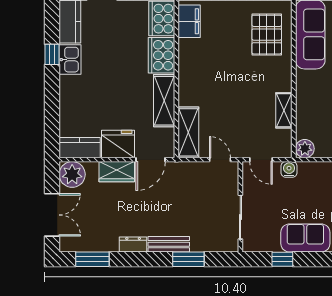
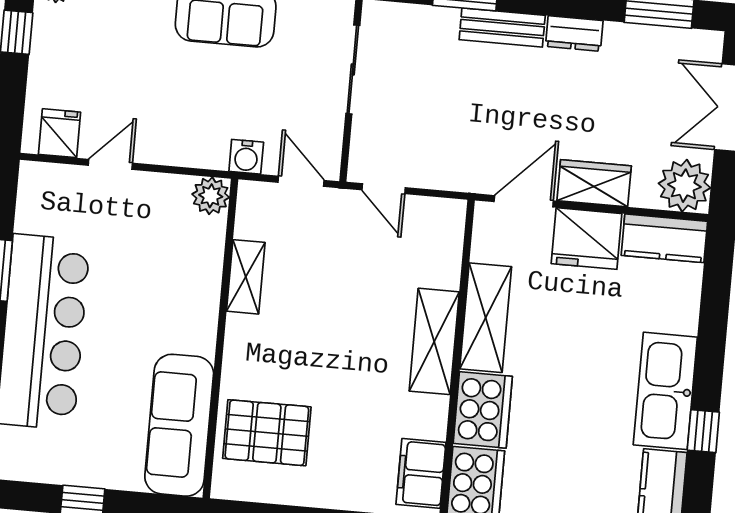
pallet: (267, 35) -> (267, 433), turned 90
kitchen sink: (70, 60) -> (665, 391), width x1.88, depth x1.24
shelving: (188, 132) -> (434, 341), moved

